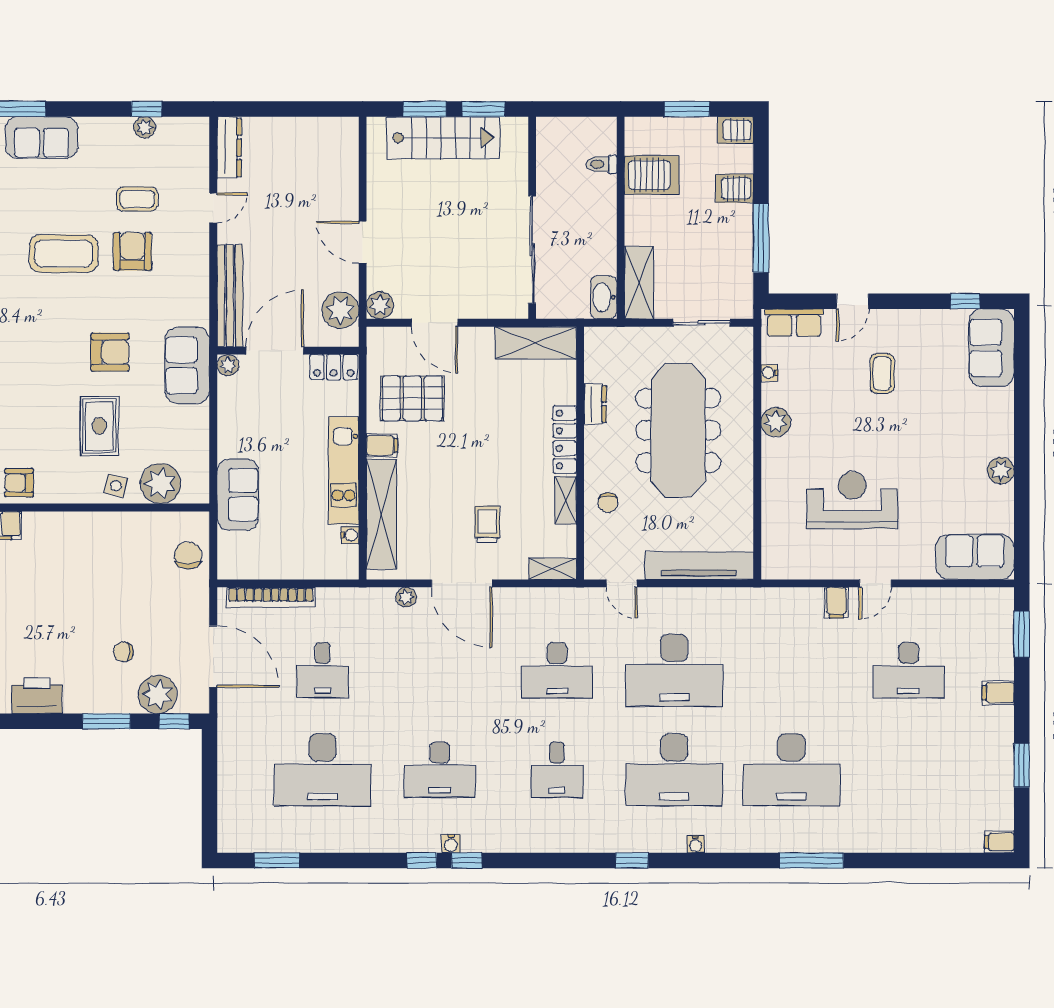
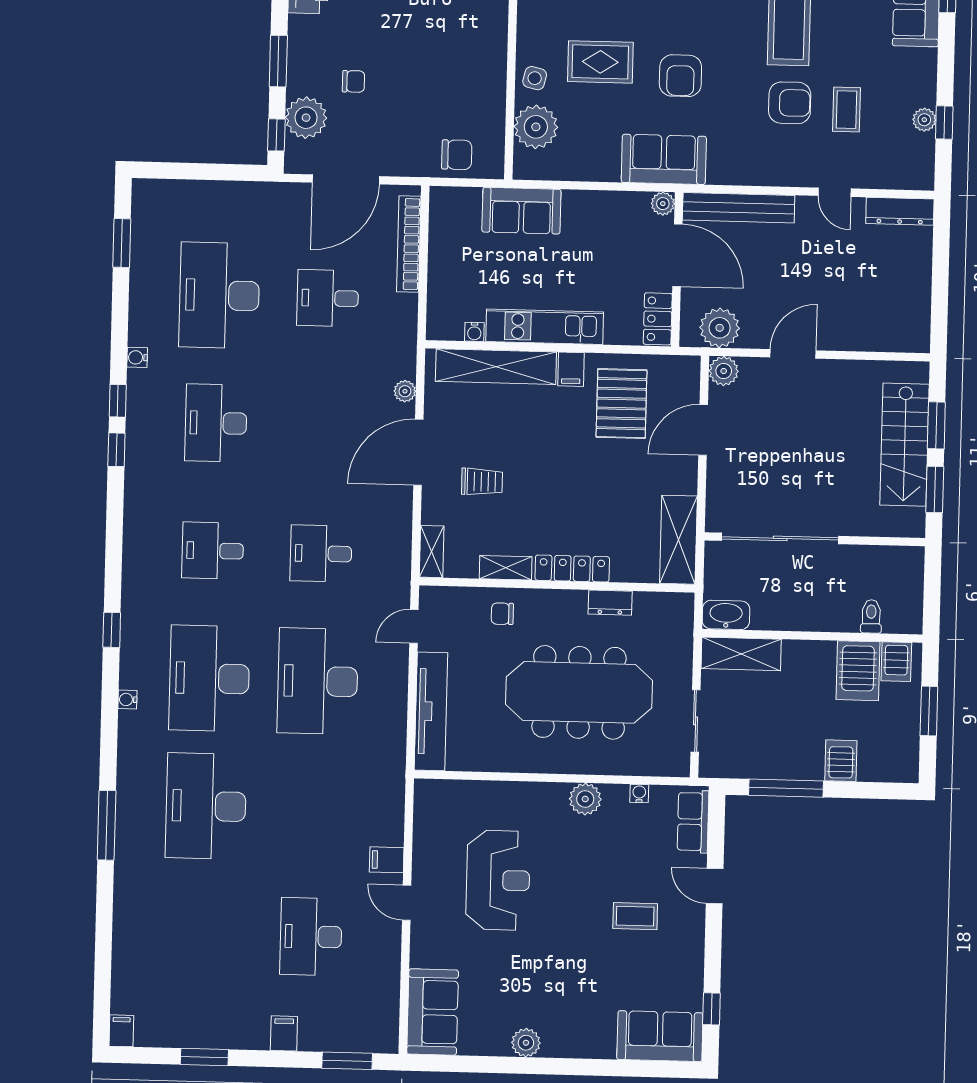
server rack: (736, 130) -> (896, 662), moved, turned 180
chair: (123, 652) -> (353, 81), turned 90
desk: (557, 670) -> (321, 553), width x0.73
water cooler: (451, 844) -> (137, 357), moved

